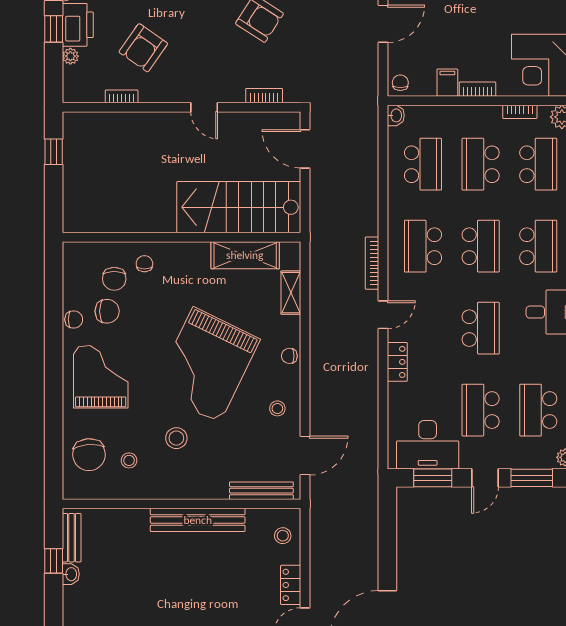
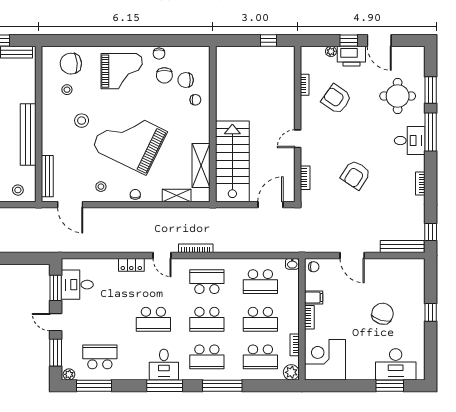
school desk: (481, 164) -> (260, 319), turned 180
school desk: (481, 410) -> (100, 319), removed
desk: (428, 445) -> (77, 285), width x0.73

